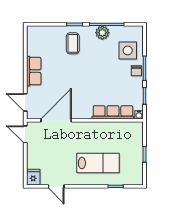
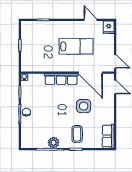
side table: (128, 50) -> (84, 106), moved
row of seats: (34, 71) -> (108, 136), moved
row of seats: (113, 112) -> (61, 79), moved
door: (56, 120) -> (90, 73), hinge flipped
lab bench: (98, 163) -> (76, 46), moved, turned 180

